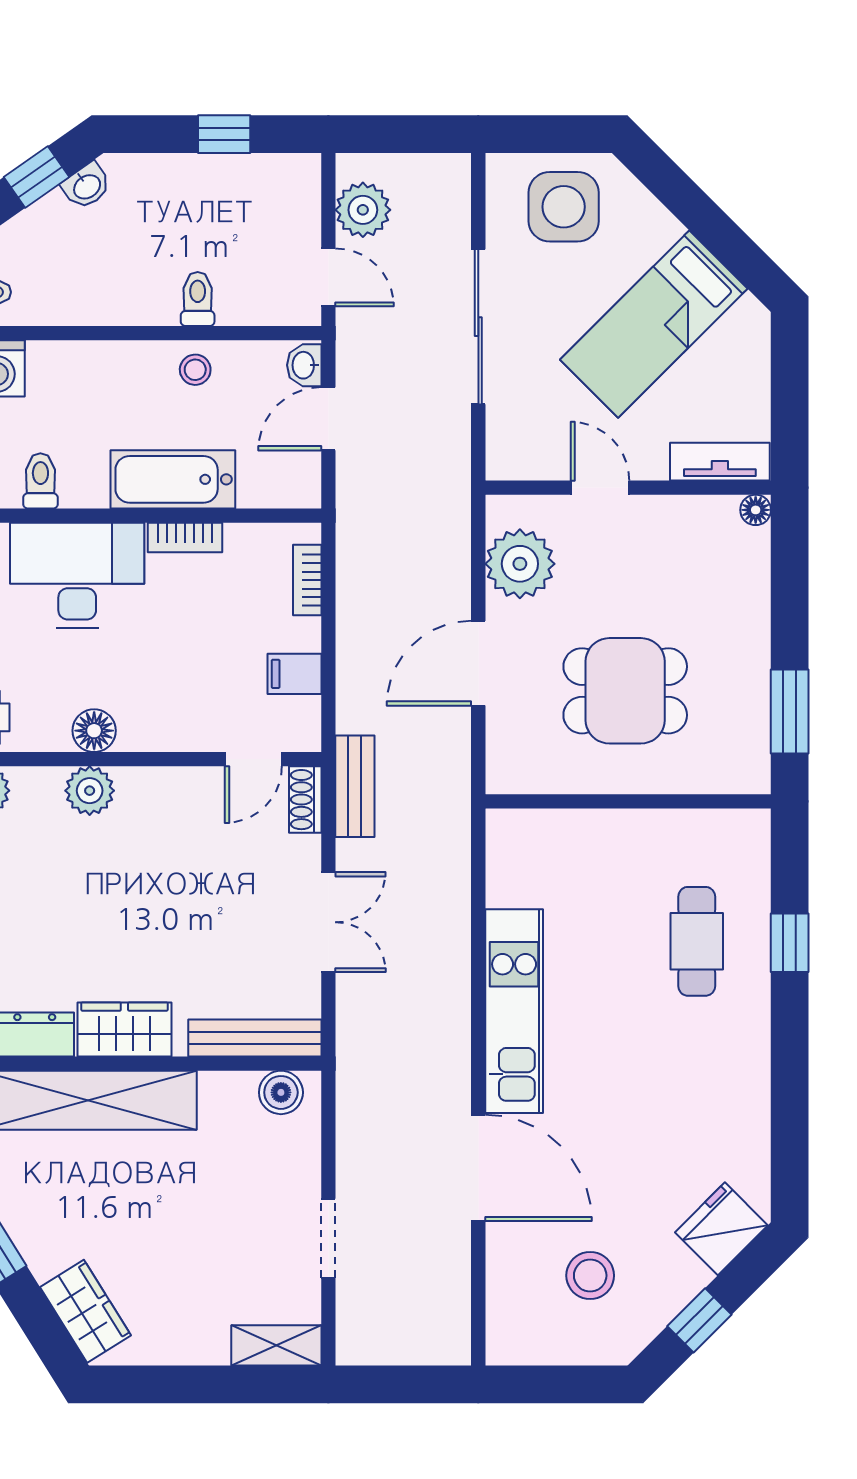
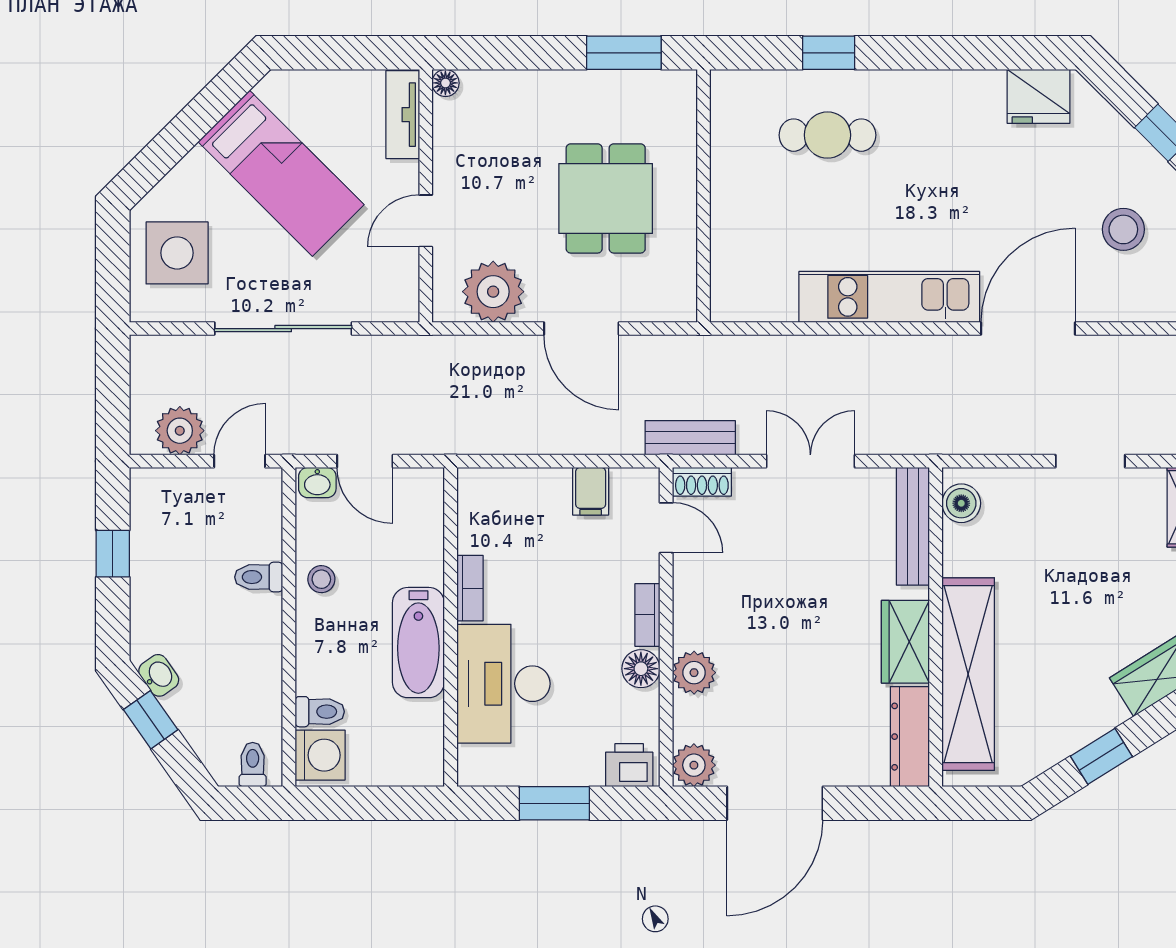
bathtub: (173, 479) -> (418, 643), moved
toilet: (40, 481) -> (320, 712), moved, turned 180
bookcase: (307, 580) -> (647, 615), moved, turned 90
fridge: (721, 1229) -> (1039, 96), moved, turned -45

